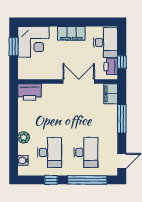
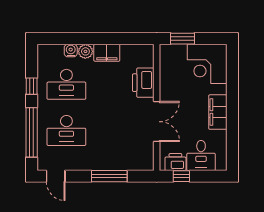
desk: (106, 42) -> (201, 155), width x0.73
window: (14, 47) -> (182, 39), moved
printer: (30, 92) -> (143, 83), moved
filing cabinet: (111, 94) -> (107, 53), moved, turned 180
water cooler: (23, 160) -> (71, 51), moved

